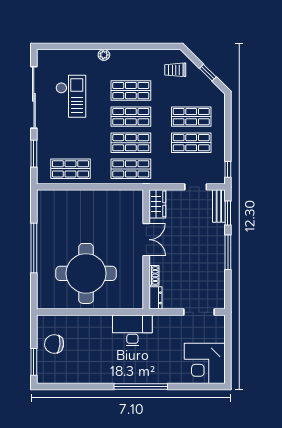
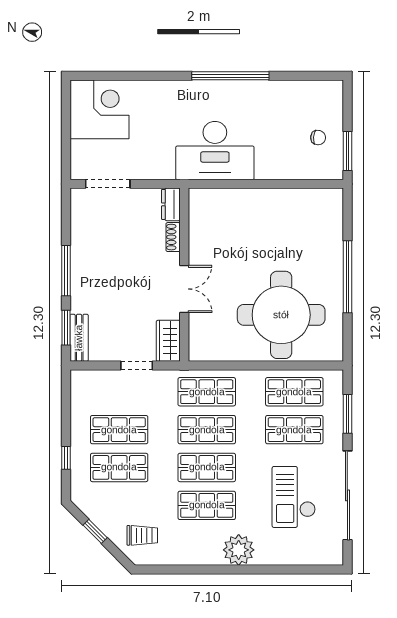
plant: (104, 55) -> (239, 550), width x1.87, depth x1.87
shop shelf: (70, 143) -> (294, 430), added
window: (228, 169) -> (66, 458), moved
doorway: (196, 187) -> (137, 365), moved
double door: (146, 240) -> (184, 289), swing flipped
round table: (86, 273) -> (281, 315), moved
desk: (132, 330) -> (215, 151), width x1.36, depth x1.30
chair: (54, 344) -> (318, 138), width x0.54, depth x0.54
window: (34, 362) -> (347, 151), moved
window: (141, 387) -> (230, 76), moved

